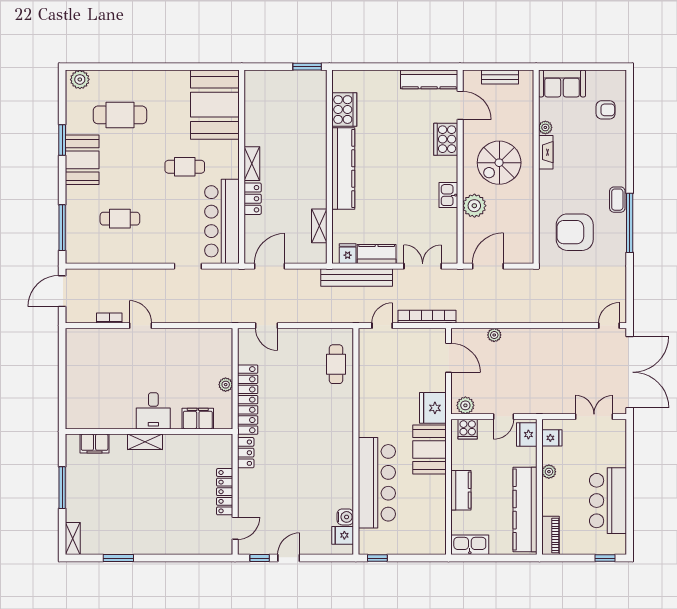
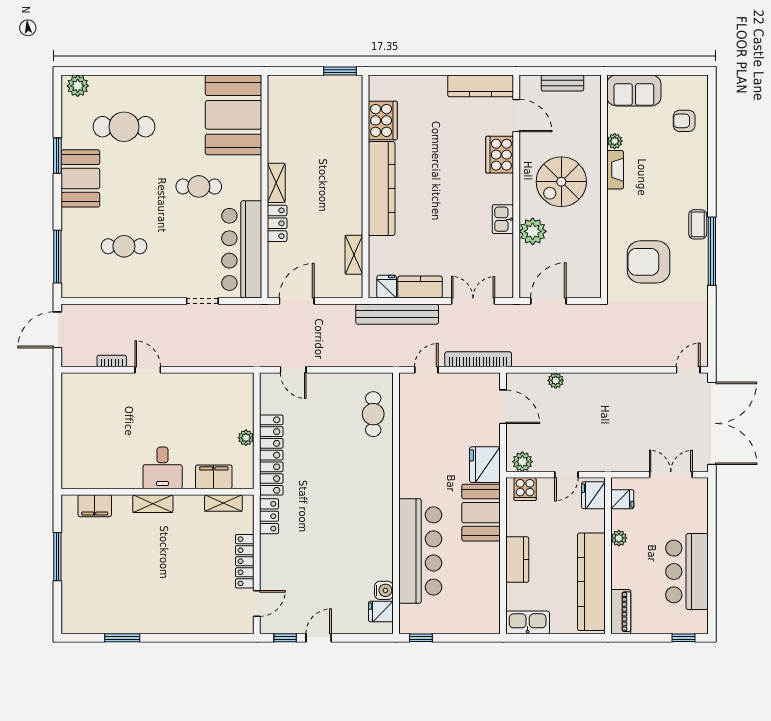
armchair: (606, 110) -> (684, 121), turned 180
shelving: (73, 539) -> (223, 503), moved, turned 90

